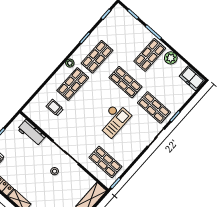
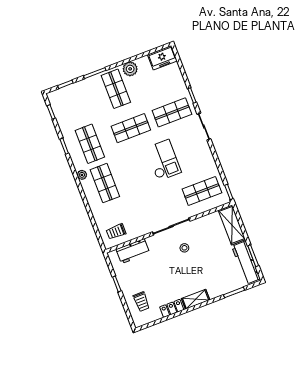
trolley: (55, 108) -> (116, 232), moved

